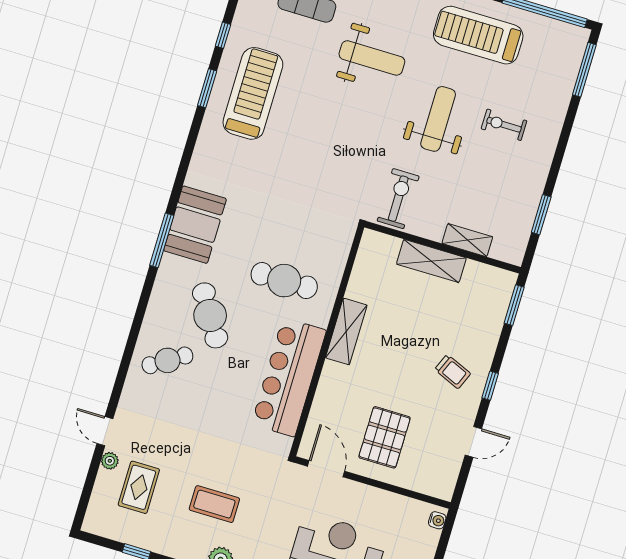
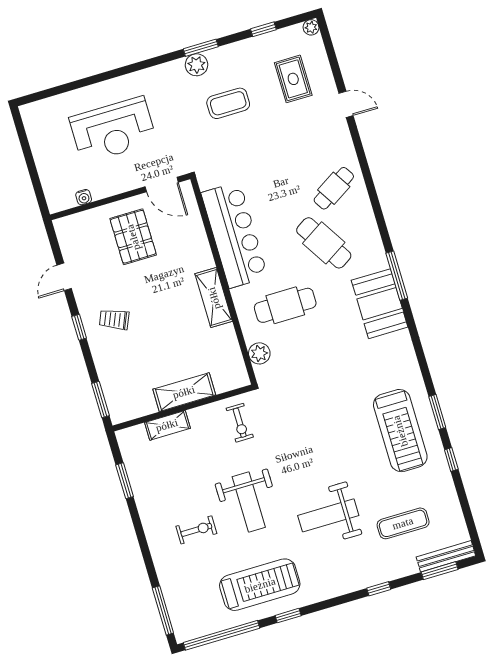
exercise bike: (398, 199) -> (240, 423), width x0.73, depth x0.72
plant: (338, 251) -> (259, 353), added
plant: (110, 461) -> (311, 27), moved
water cooler: (437, 520) -> (84, 197), moved, turned -90

